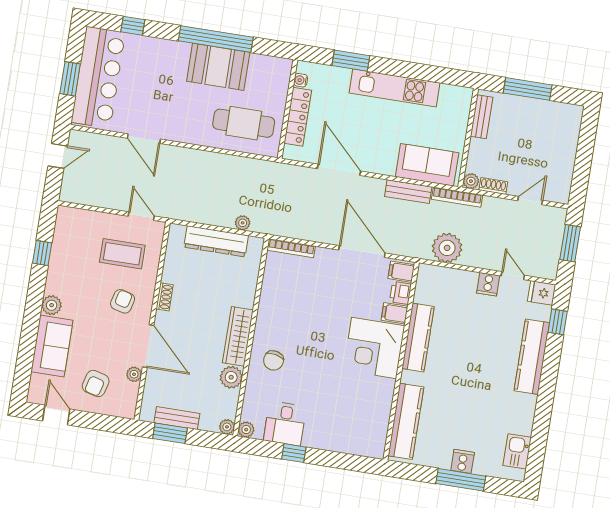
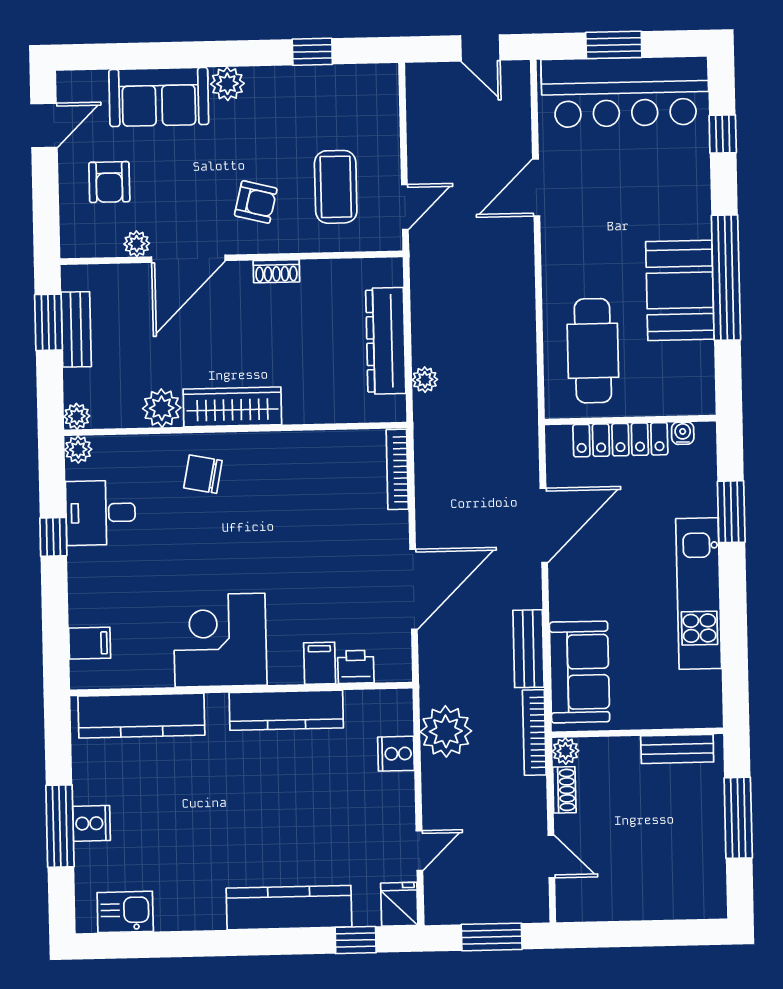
filing cabinet: (401, 272) -> (90, 643), moved, turned 90
cooker: (488, 284) -> (396, 754), moved
corner desk: (374, 348) -> (220, 640), moved
armchair: (96, 383) -> (109, 182), turned -105

